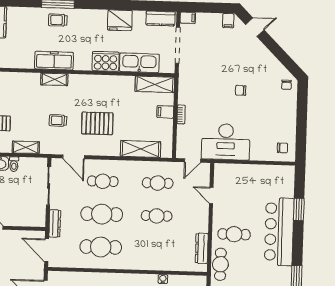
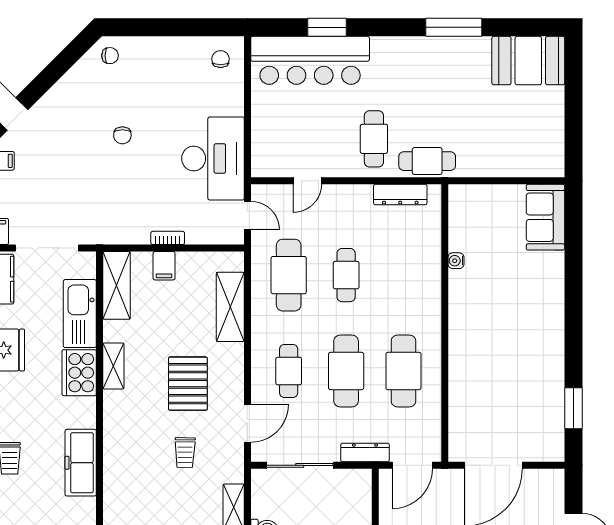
shelving: (54, 79) -> (113, 366), moved
cafe table: (158, 183) -> (289, 275), width x1.37, depth x1.35
bar counter: (279, 232) -> (310, 60), moved

